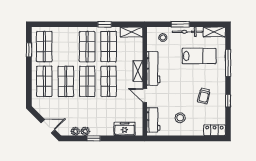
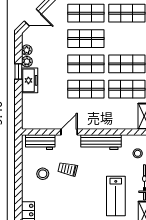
shelving: (138, 71) -> (98, 124), removed
trolley: (204, 96) -> (68, 169), moved
door: (48, 126) -> (33, 18), hinge flipped
freezer: (125, 129) -> (30, 80), moved

